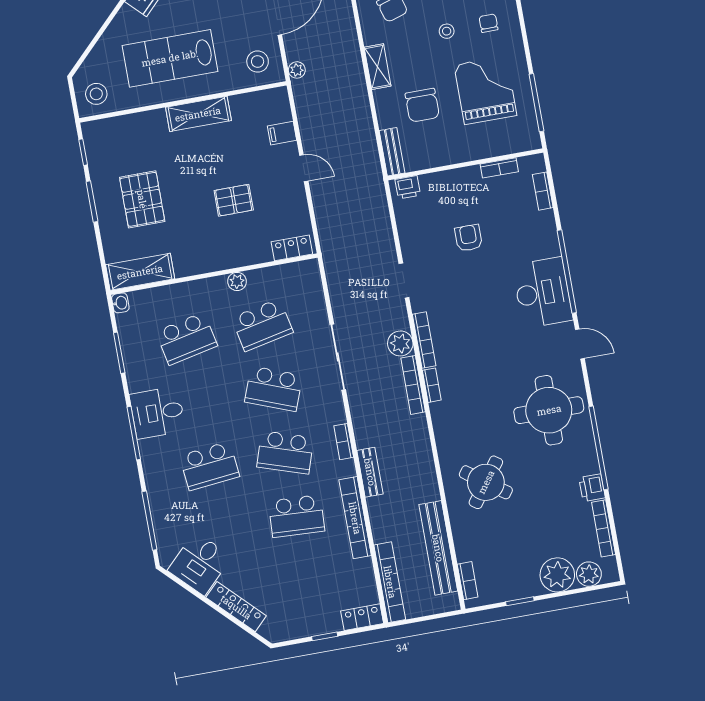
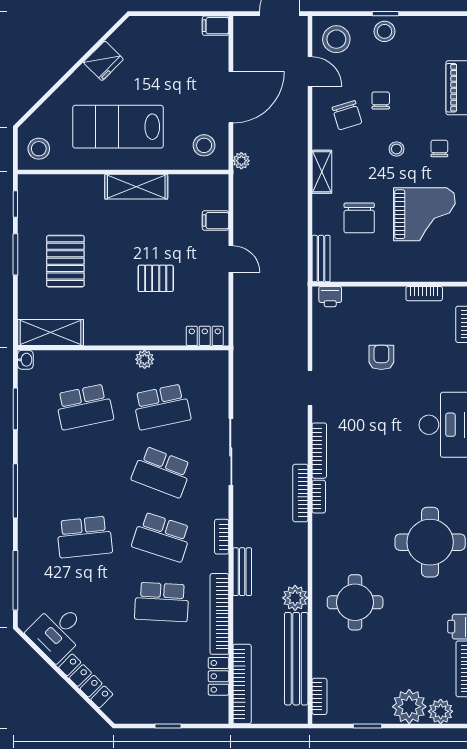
grand piano: (485, 90) -> (424, 214), turned 90
plant: (400, 343) -> (295, 598), moved
desk: (157, 413) -> (43, 475), removed
round table: (486, 482) -> (355, 602), turned -36
locker: (362, 617) -> (218, 676), moved, turned -90

